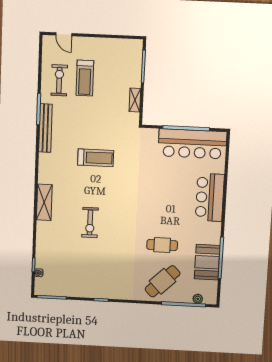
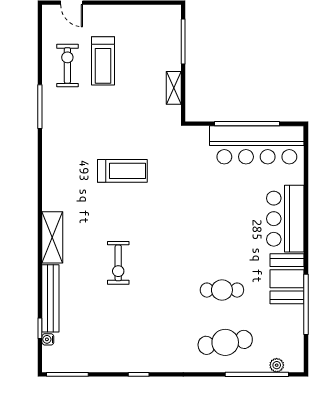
bench: (45, 128) -> (50, 298), moved
booth: (207, 262) -> (287, 279), moved
cafe table: (163, 281) -> (225, 342), turned 35

